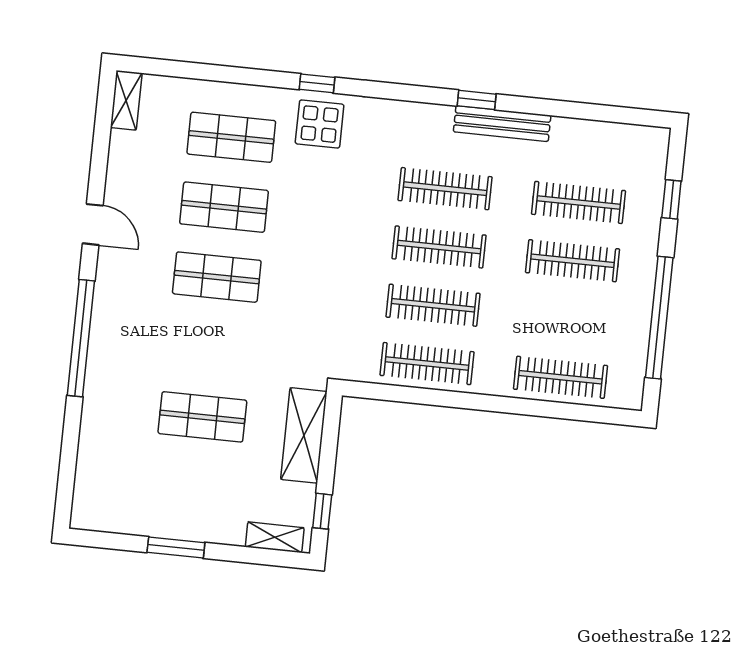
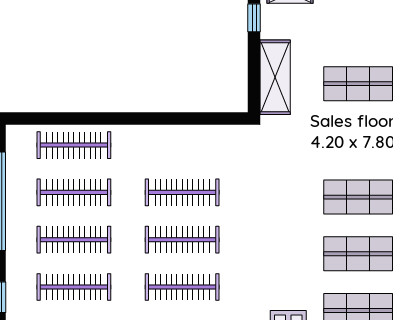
clothes rail: (427, 364) -> (74, 192), moved

